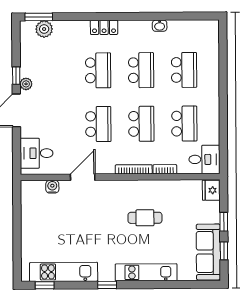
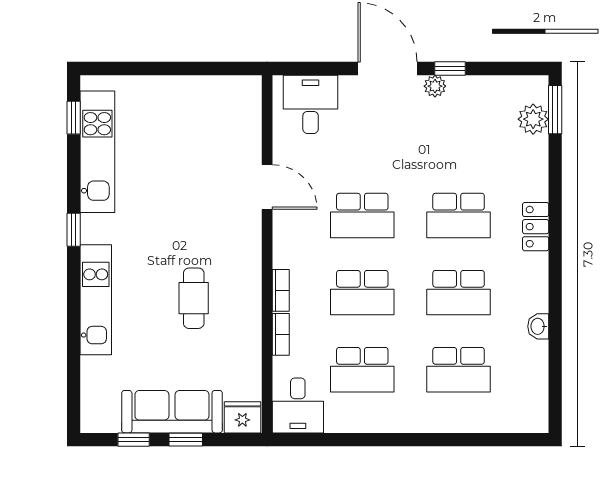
bookcase: (134, 169) -> (281, 290), width x0.64
water cooler: (52, 187) -> (250, 132), removed
sofa: (208, 252) -> (172, 412), moved

